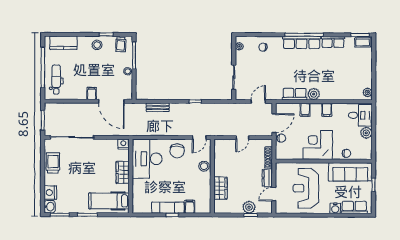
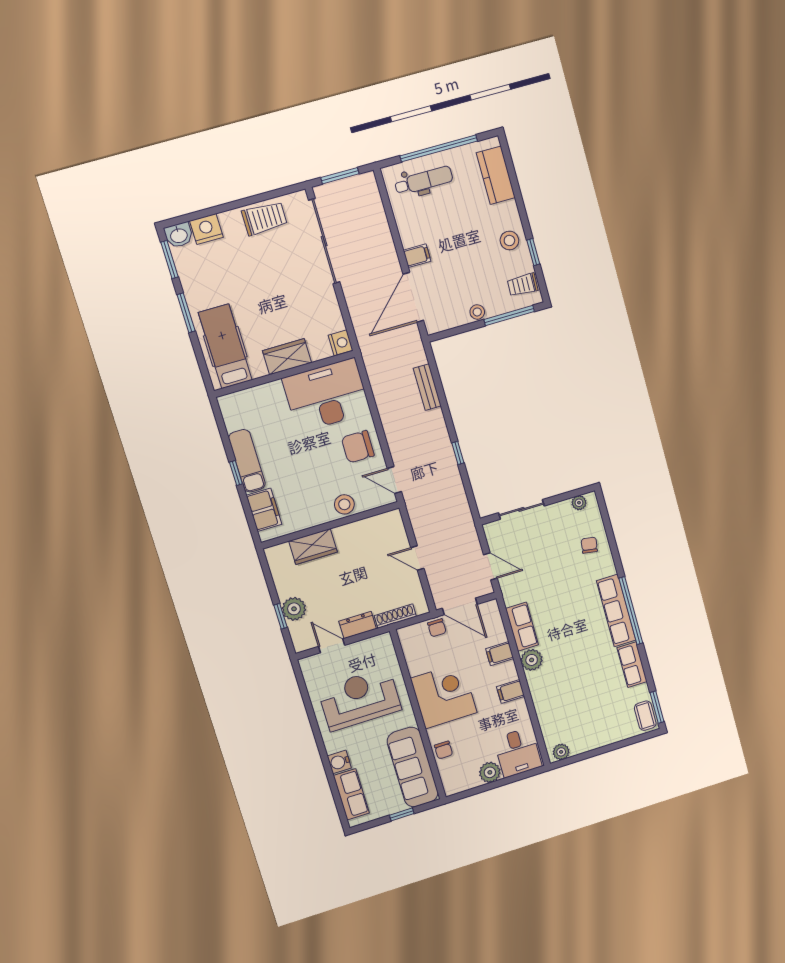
filing cabinet: (190, 207) -> (264, 510), width x2.00

